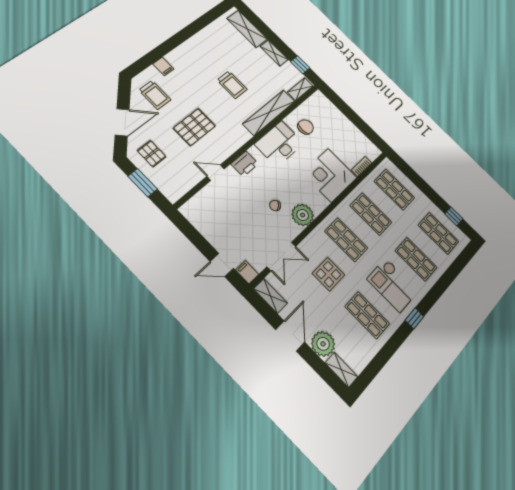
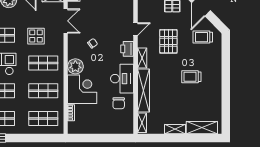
window: (300, 65) -> (156, 138), removed
filing cabinet: (163, 66) -> (216, 57), removed
trolley: (232, 85) -> (191, 77), moved
shelving: (239, 140) -> (142, 58), added
plant: (303, 215) -> (75, 66), moved
double door: (281, 256) -> (66, 21), swing flipped

